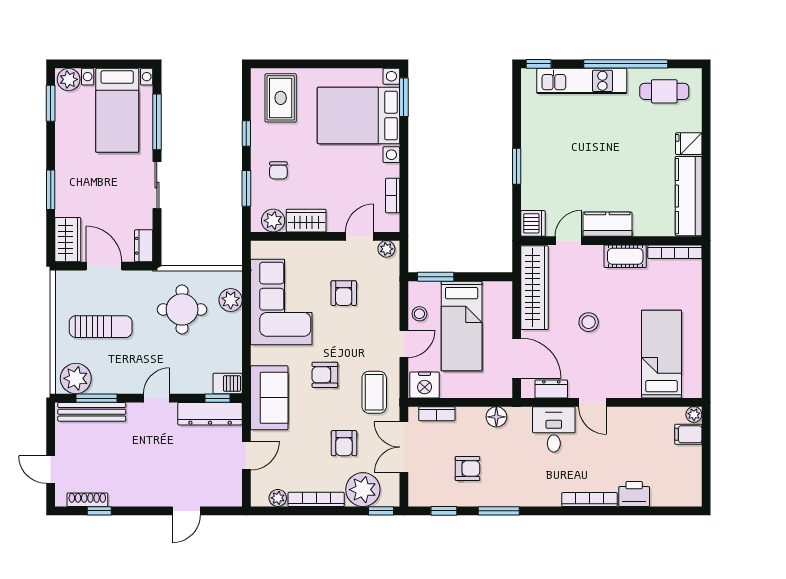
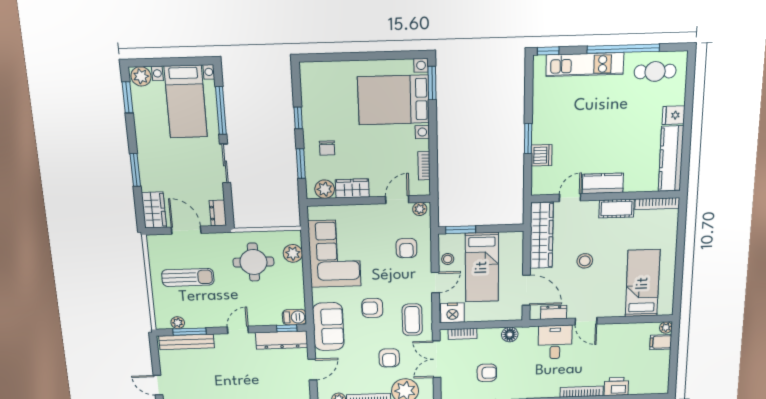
rug: (281, 98) -> (326, 87), removed
dishwasher: (533, 223) -> (542, 155), moved
armchair: (344, 293) -> (406, 248), moved
plant: (76, 378) -> (178, 323), width x0.53, depth x0.53

